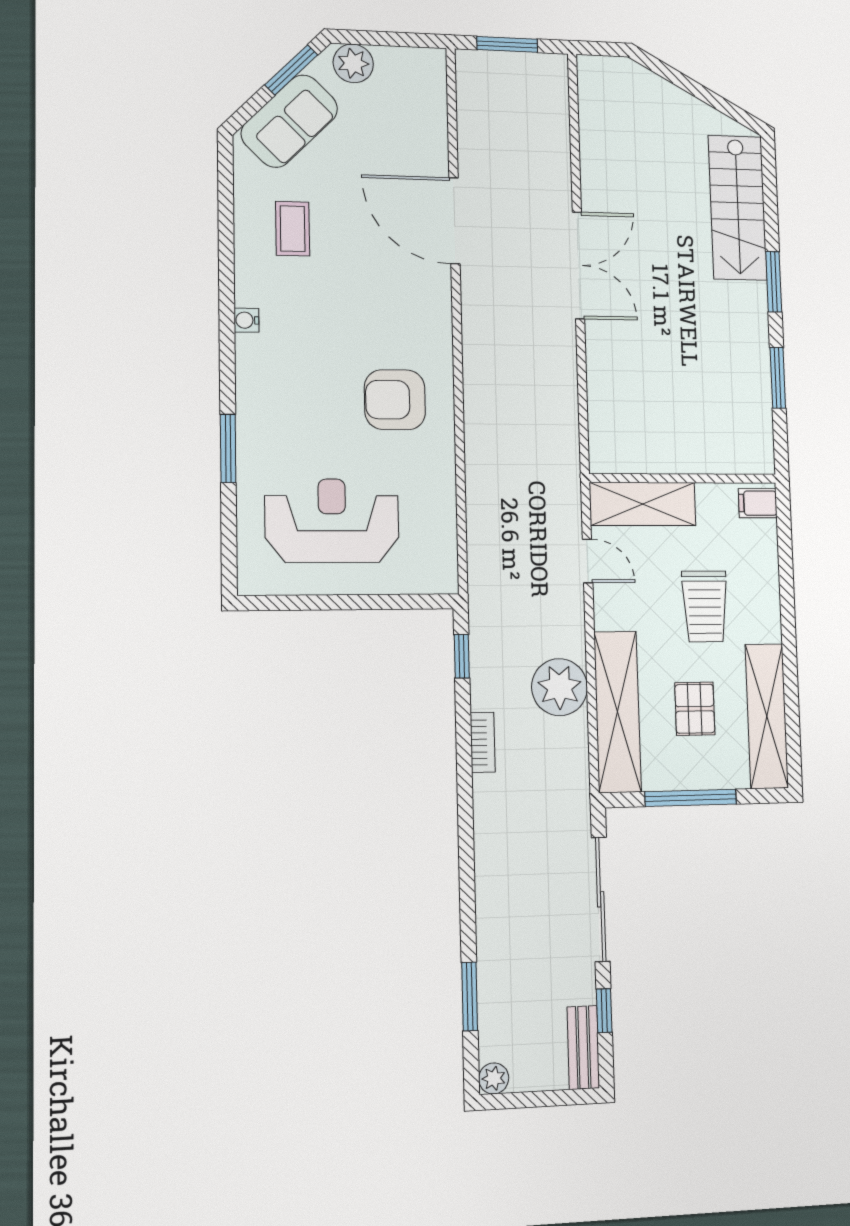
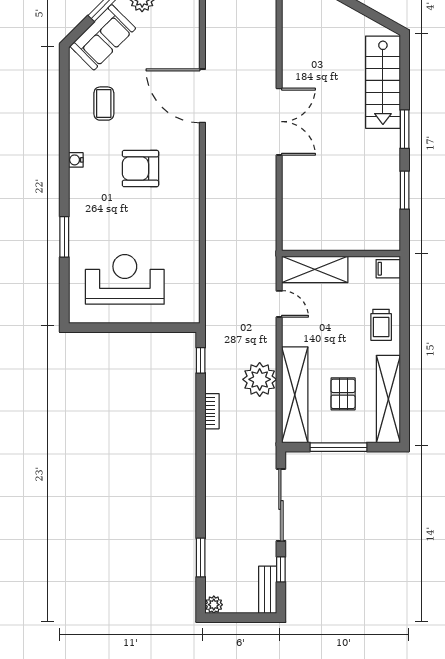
armchair: (395, 400) -> (140, 169), moved
trolley: (705, 606) -> (381, 325), moved, width x0.73, depth x0.72

